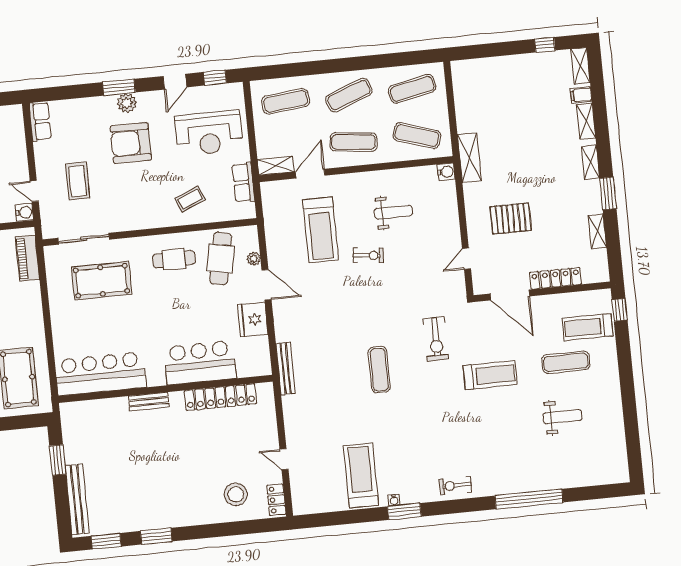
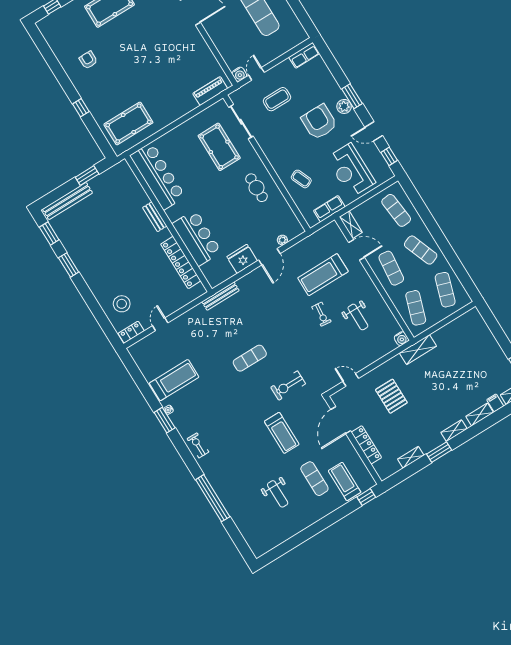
exercise mat: (412, 89) -> (445, 290), turned 30
cafe table: (221, 258) -> (272, 218), removed

